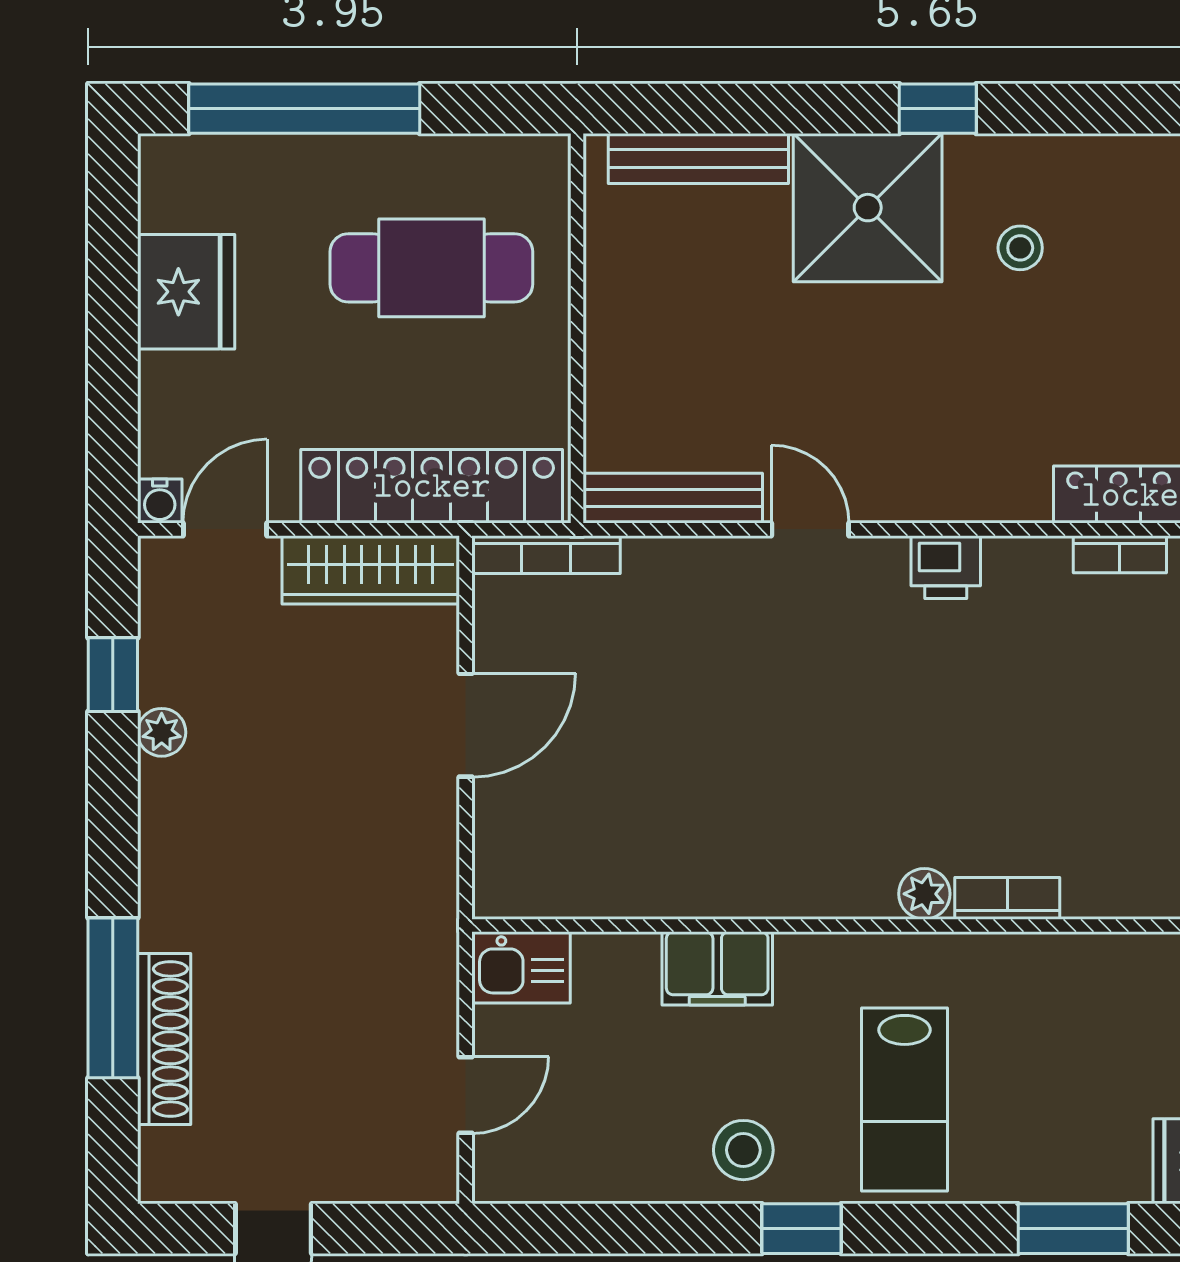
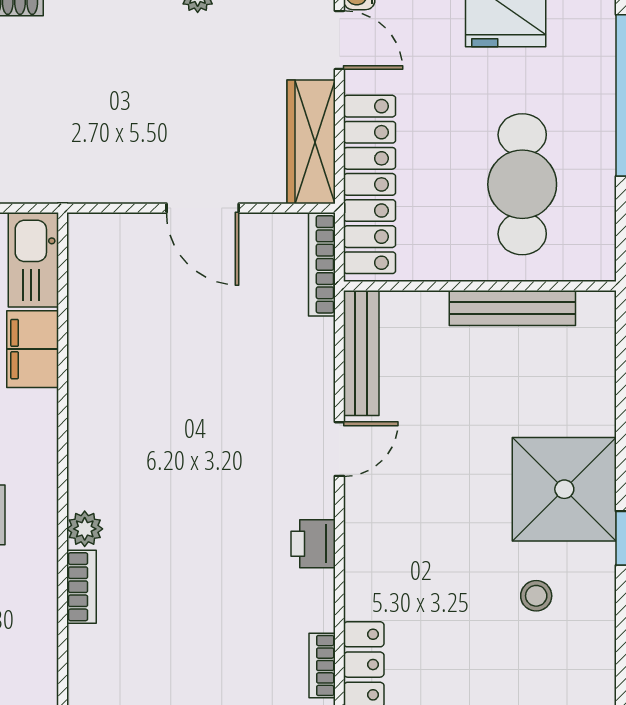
bench: (698, 159) -> (512, 308), moved, turned 90
kitchen sink: (521, 967) -> (33, 260), width x1.38
filing cabinet: (717, 968) -> (33, 349), moved

